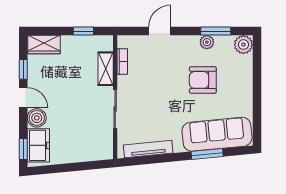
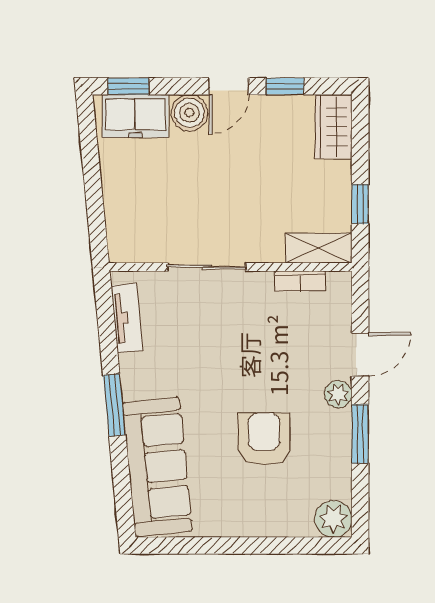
door: (160, 31) -> (360, 354), hinge flipped
window: (216, 31) -> (360, 434), moved
plant: (207, 42) -> (338, 394), moved
shelving: (106, 69) -> (319, 248), moved
tv unit: (148, 149) -> (127, 318), width x0.71
window: (207, 154) -> (114, 405), moved

